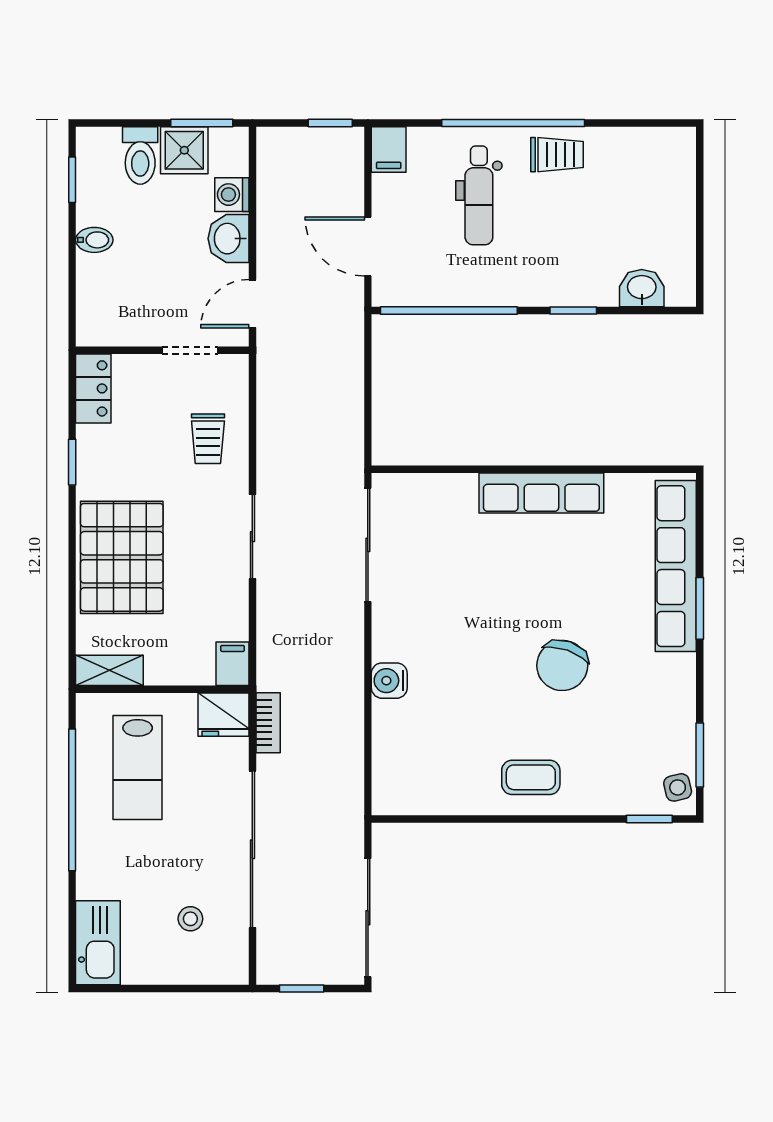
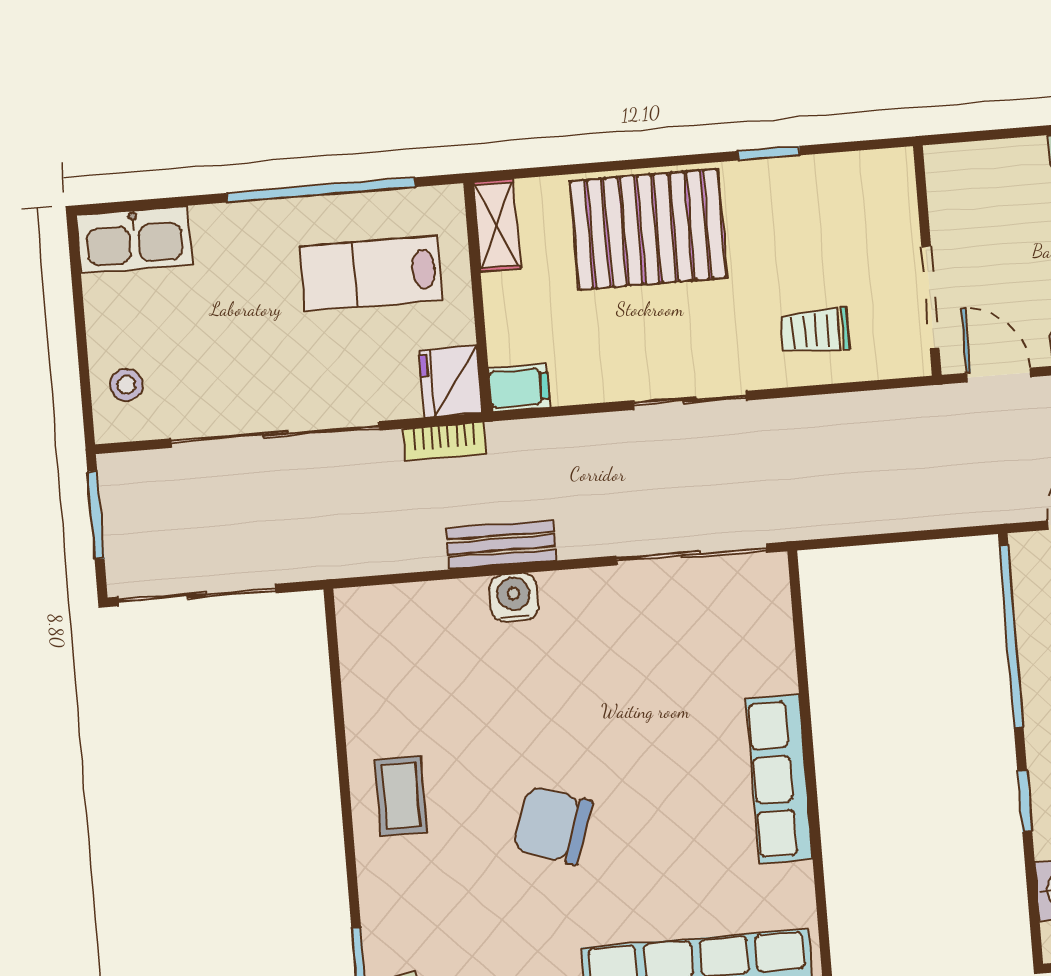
doorway: (190, 350) -> (930, 297), width x1.38
locker: (93, 388) -> (869, 173), removed
bench: (349, 687) -> (501, 545), added
stool: (190, 919) -> (126, 385), moved
window: (302, 988) -> (96, 515), width x1.50

